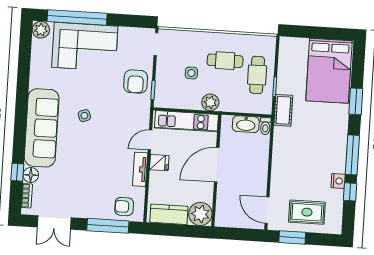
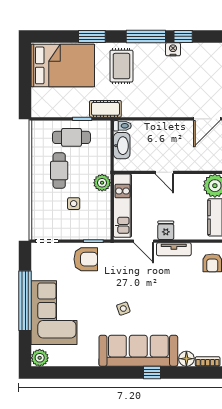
window: (77, 17) -> (25, 301), moved
door: (217, 165) -> (164, 172), width x0.53
window: (17, 172) -> (152, 372), moved
rug: (307, 212) -> (121, 66), moved

